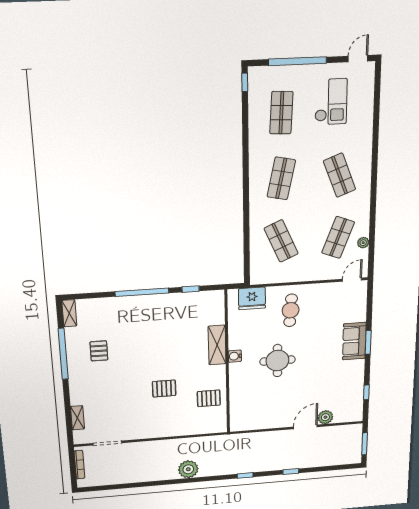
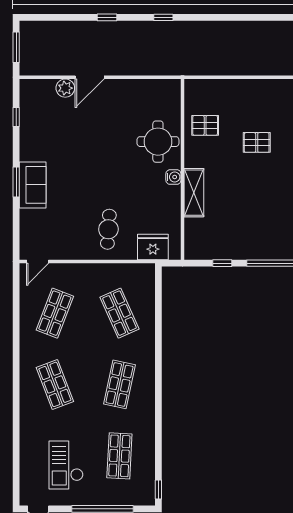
plant: (363, 243) -> (26, 305), removed
round table: (277, 361) -> (158, 142), moved
plant: (188, 469) -> (232, 33), removed

